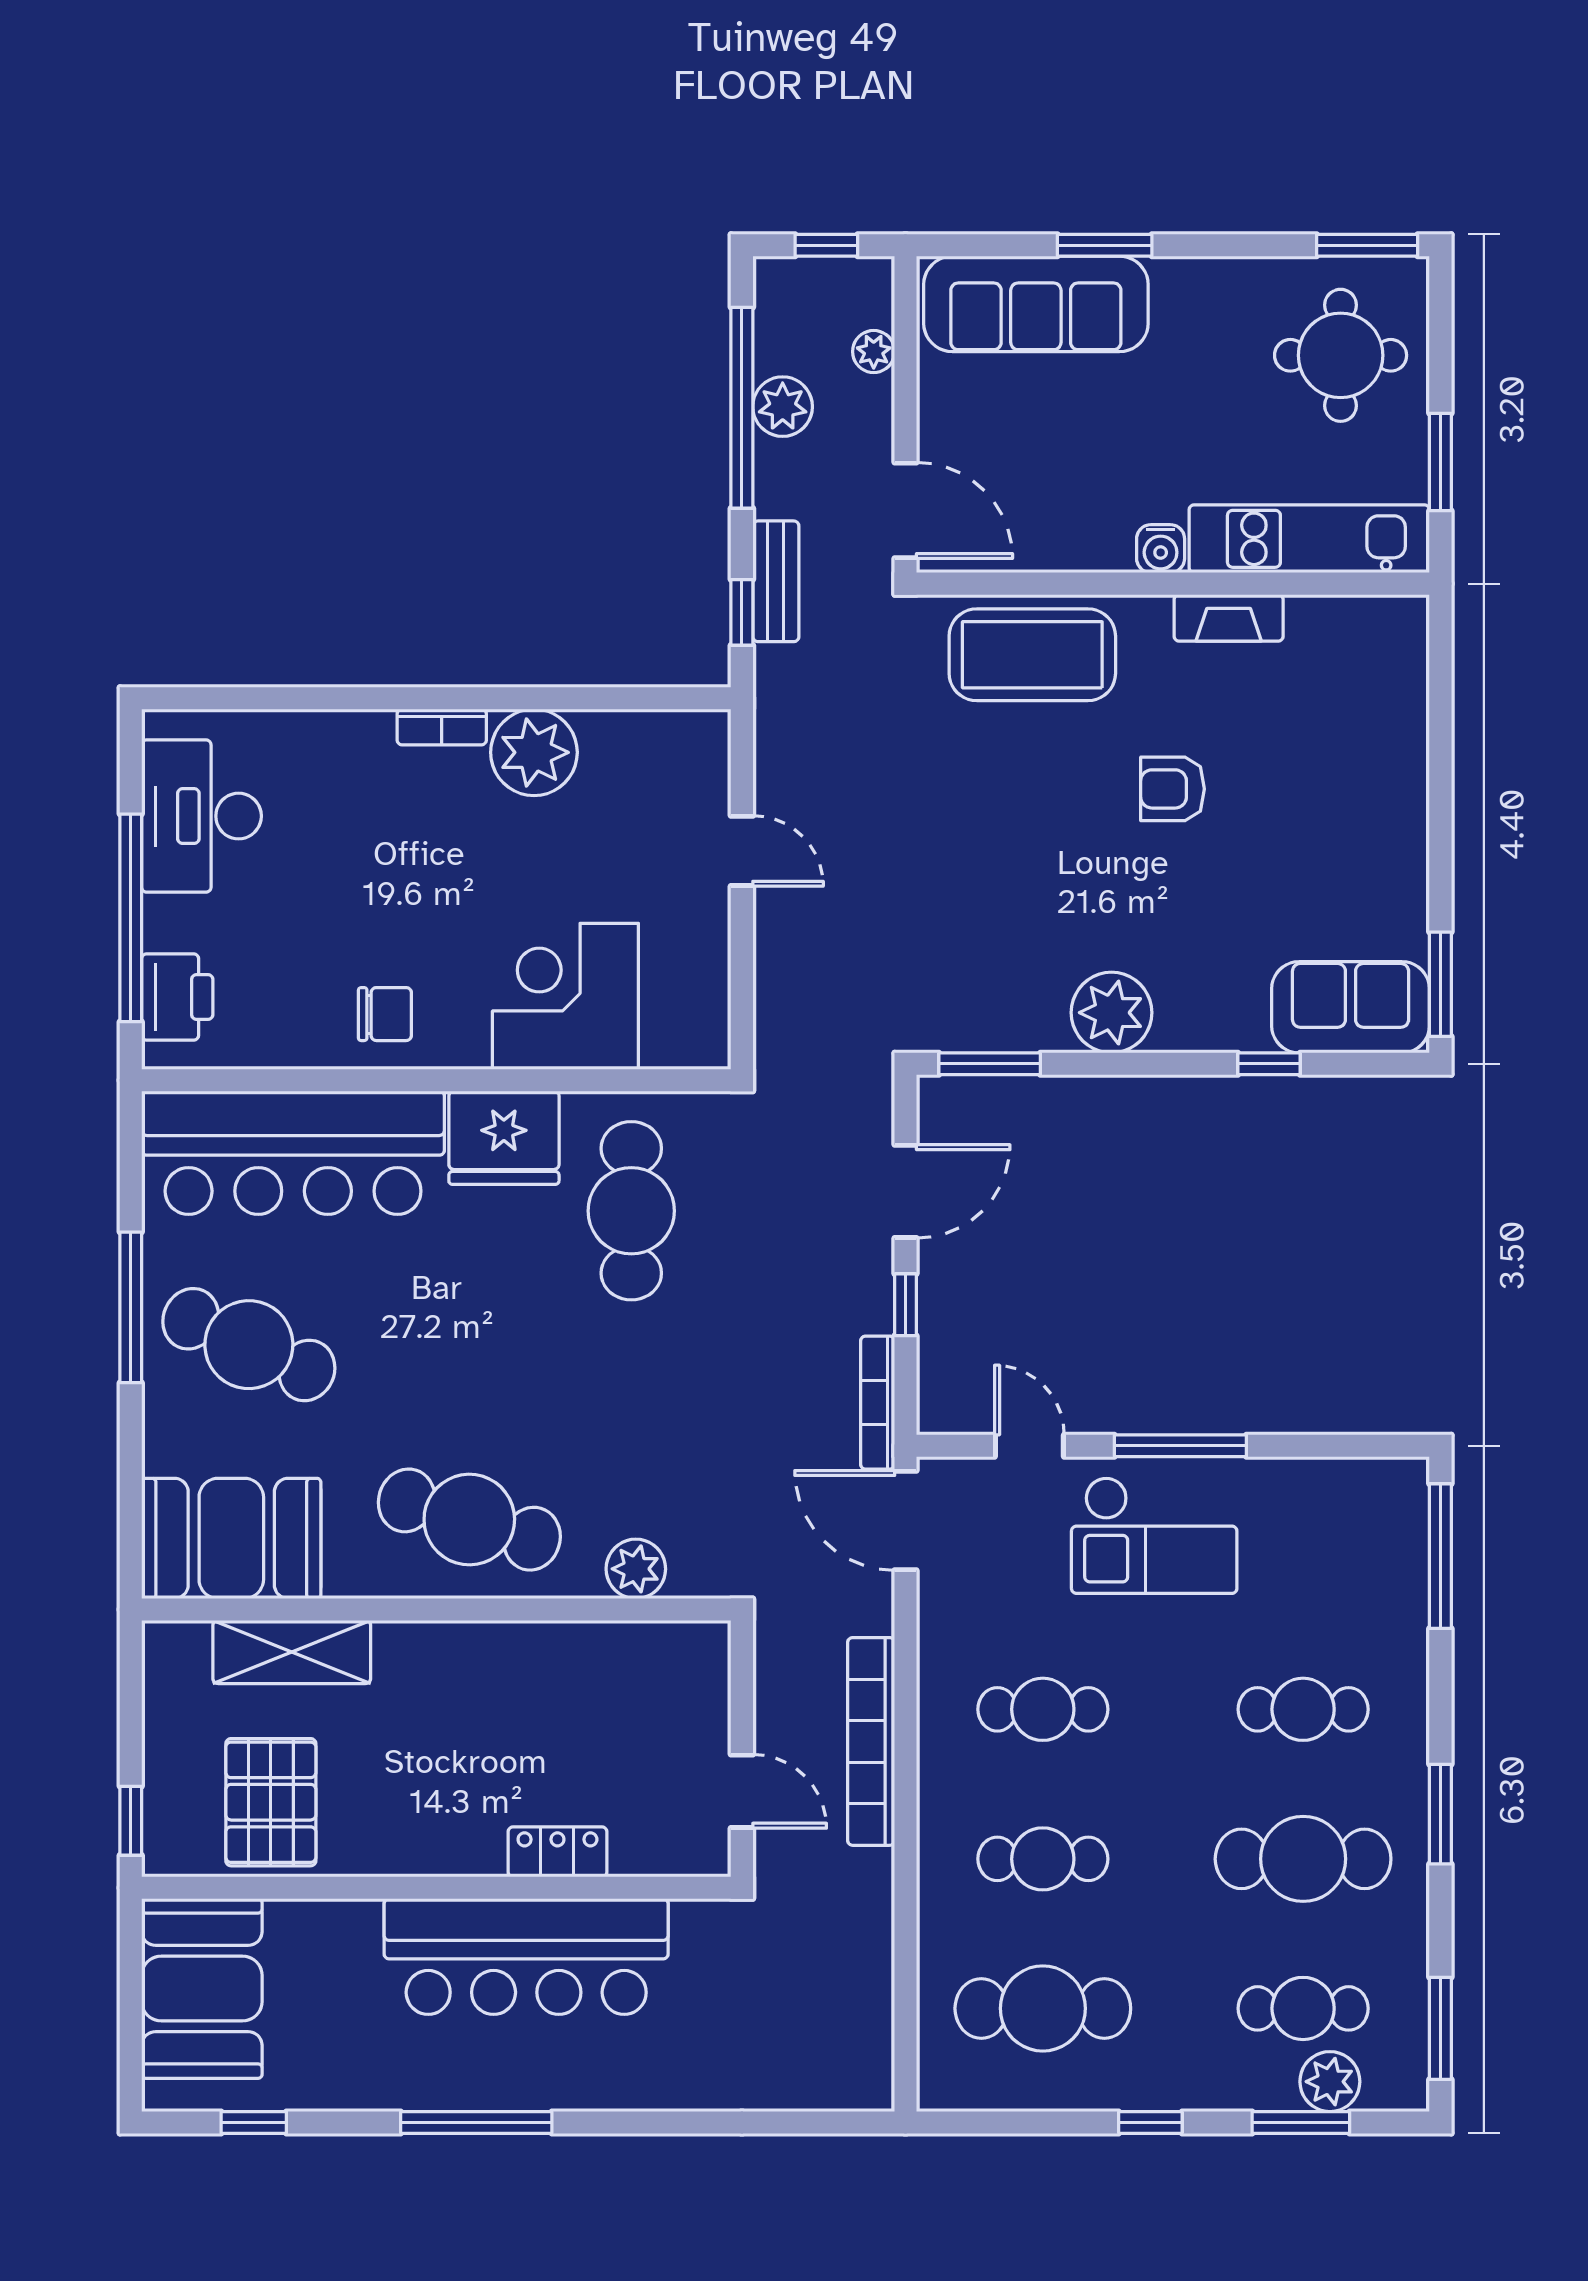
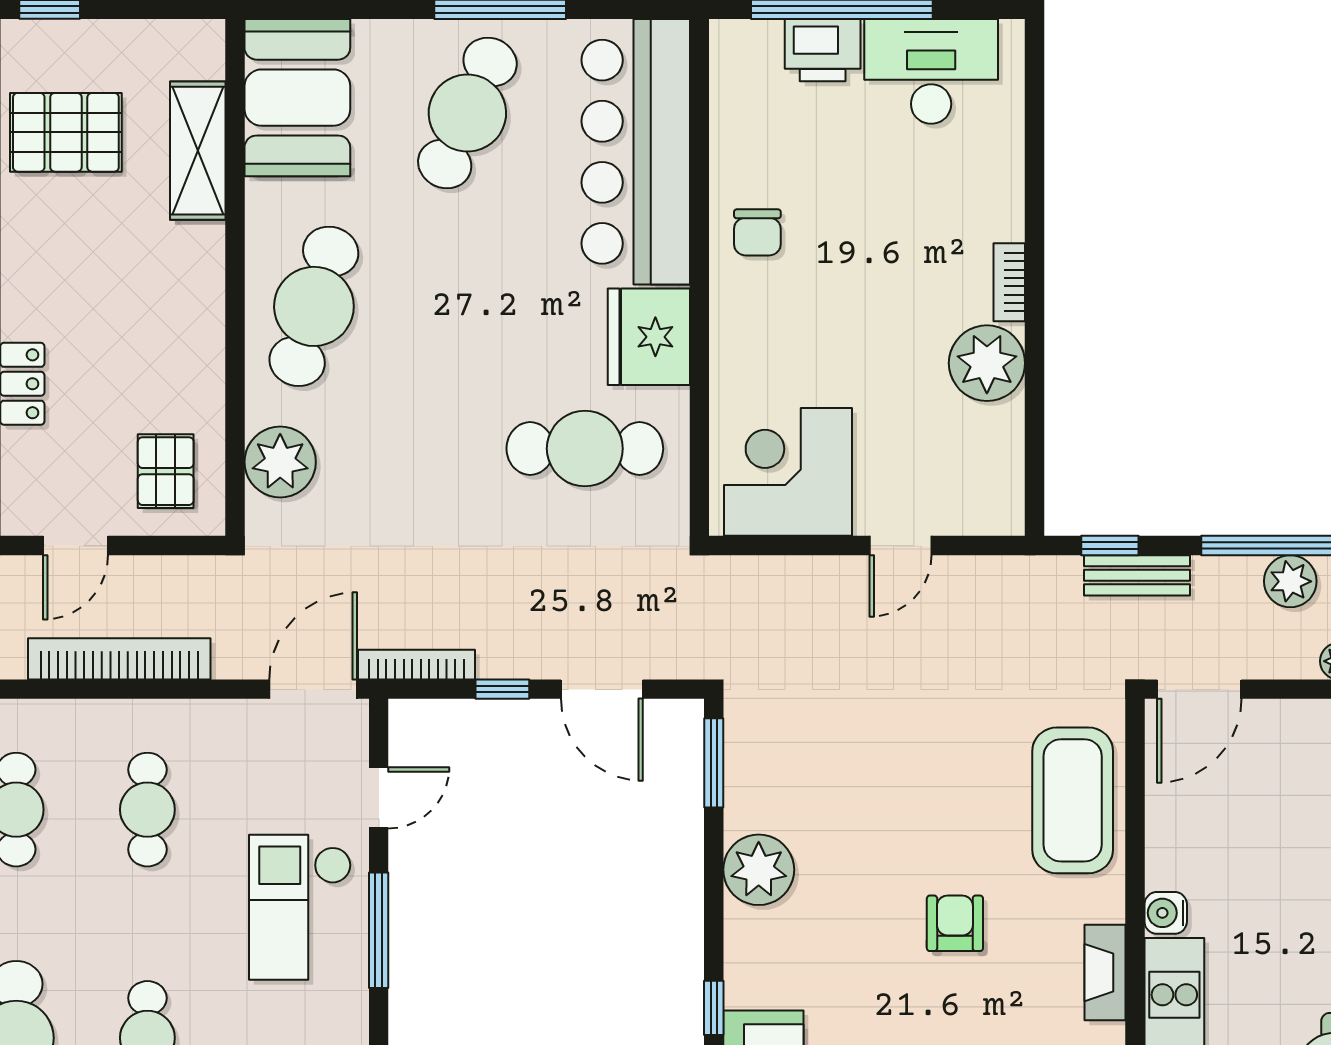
corner desk: (565, 996) -> (788, 472), moved, turned -90
printer: (177, 997) -> (823, 50), moved
plant: (636, 1569) -> (280, 462), width x1.36, depth x1.36
pallet: (657, 1689) -> (166, 471), added

